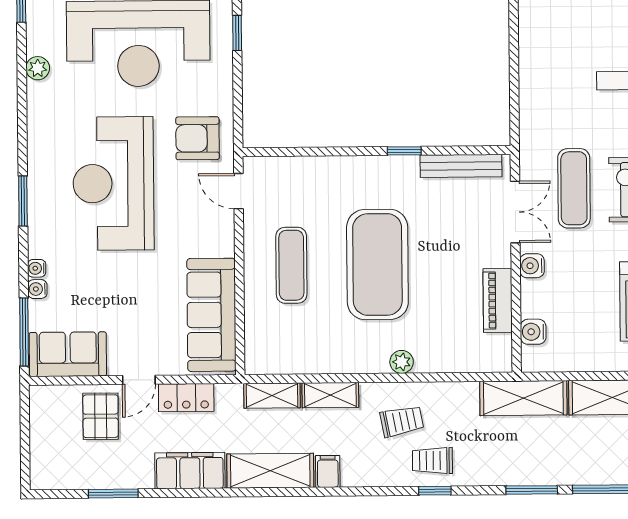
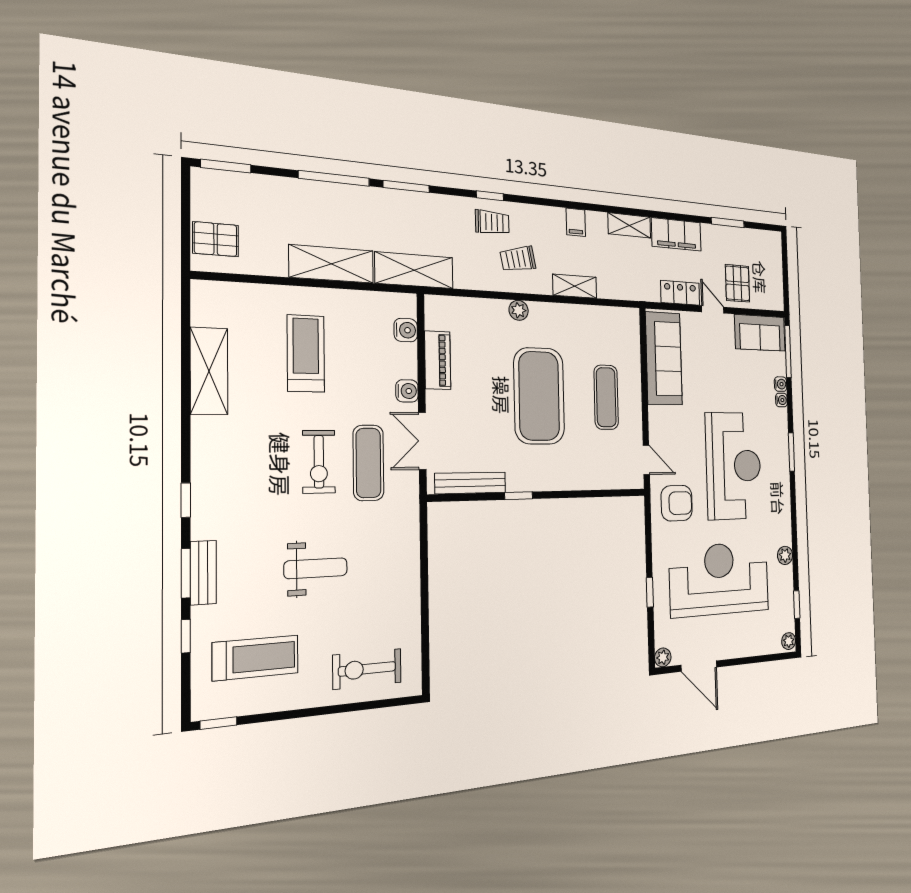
door: (139, 380) -> (713, 309), hinge flipped
shelving: (272, 396) -> (619, 289), removed
shelving: (270, 471) -> (629, 225), width x0.67, depth x0.75

